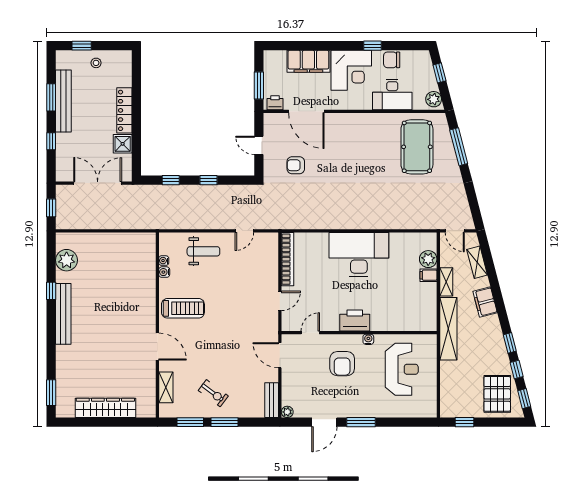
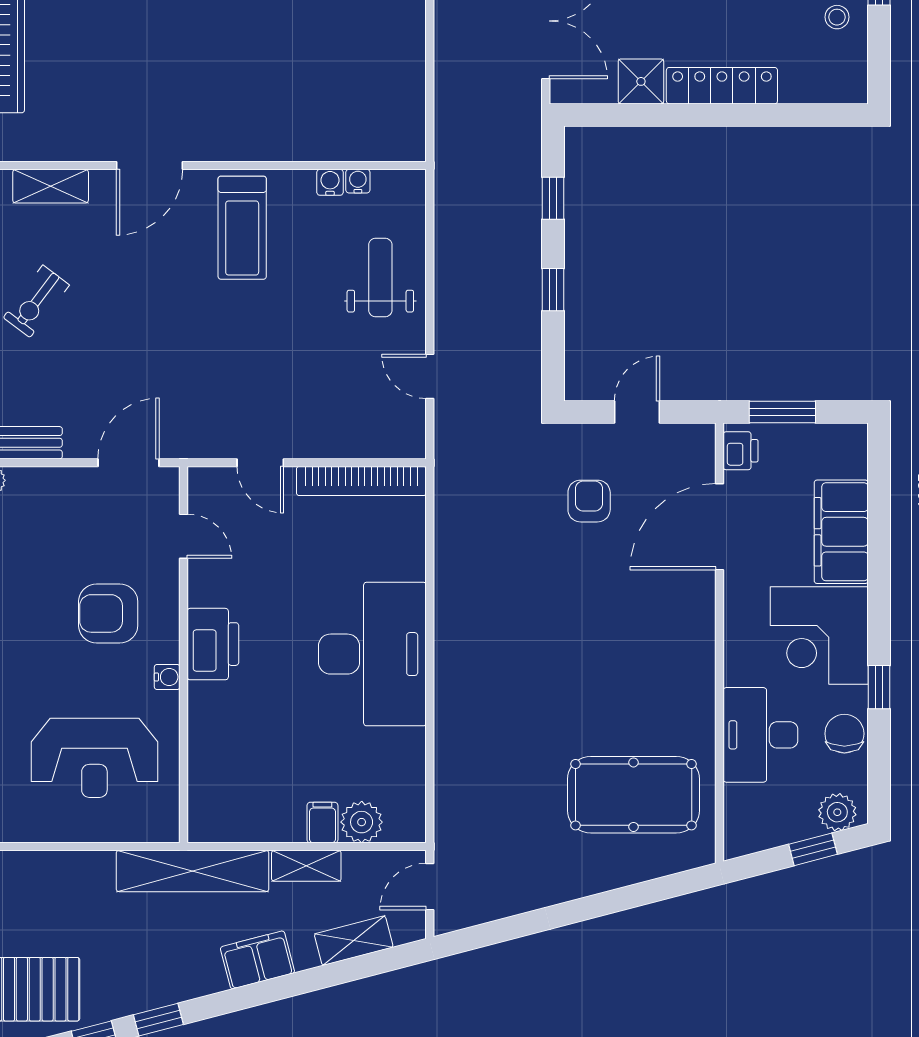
plant: (434, 99) -> (837, 812), moved
window: (459, 147) -> (634, 896), removed
weight bench: (203, 251) -> (380, 277), turned 180

